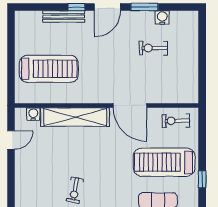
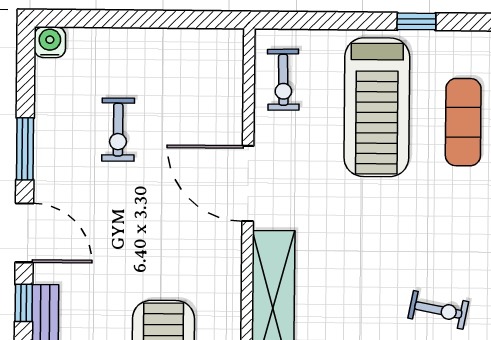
water cooler: (162, 18) -> (50, 42), moved, turned 90
door: (130, 106) -> (248, 184), swing flipped

